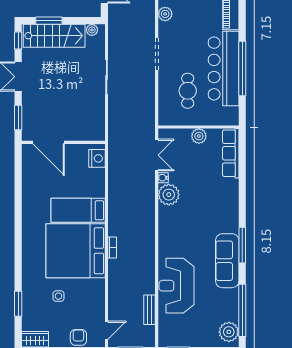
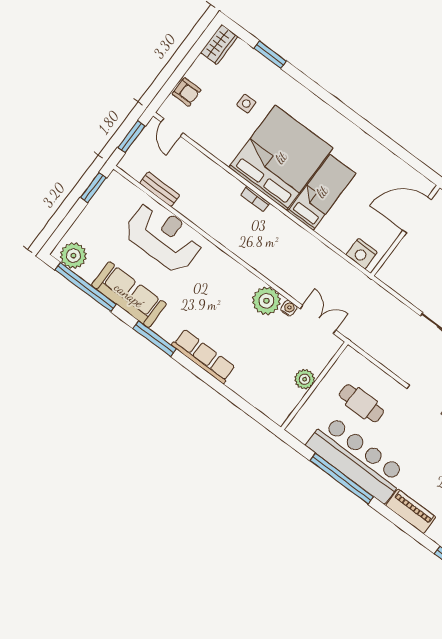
row of seats: (231, 153) -> (203, 356), moved
double door: (157, 155) -> (318, 319), swing flipped
sofa: (227, 261) -> (129, 295), moved

